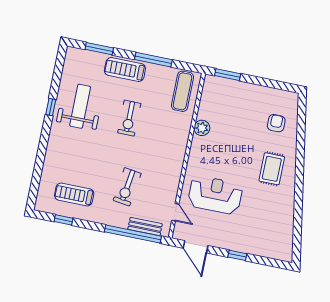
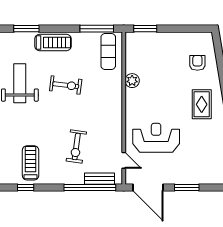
window: (153, 60) -> (97, 29), moved
treadmill: (125, 69) -> (53, 42), turned 180
exercise bike: (129, 118) -> (66, 85), turned -83
treadmill: (74, 194) -> (31, 163), turned 90
door: (196, 247) -> (148, 188), width x1.36
window: (237, 255) -> (187, 188), width x1.50

